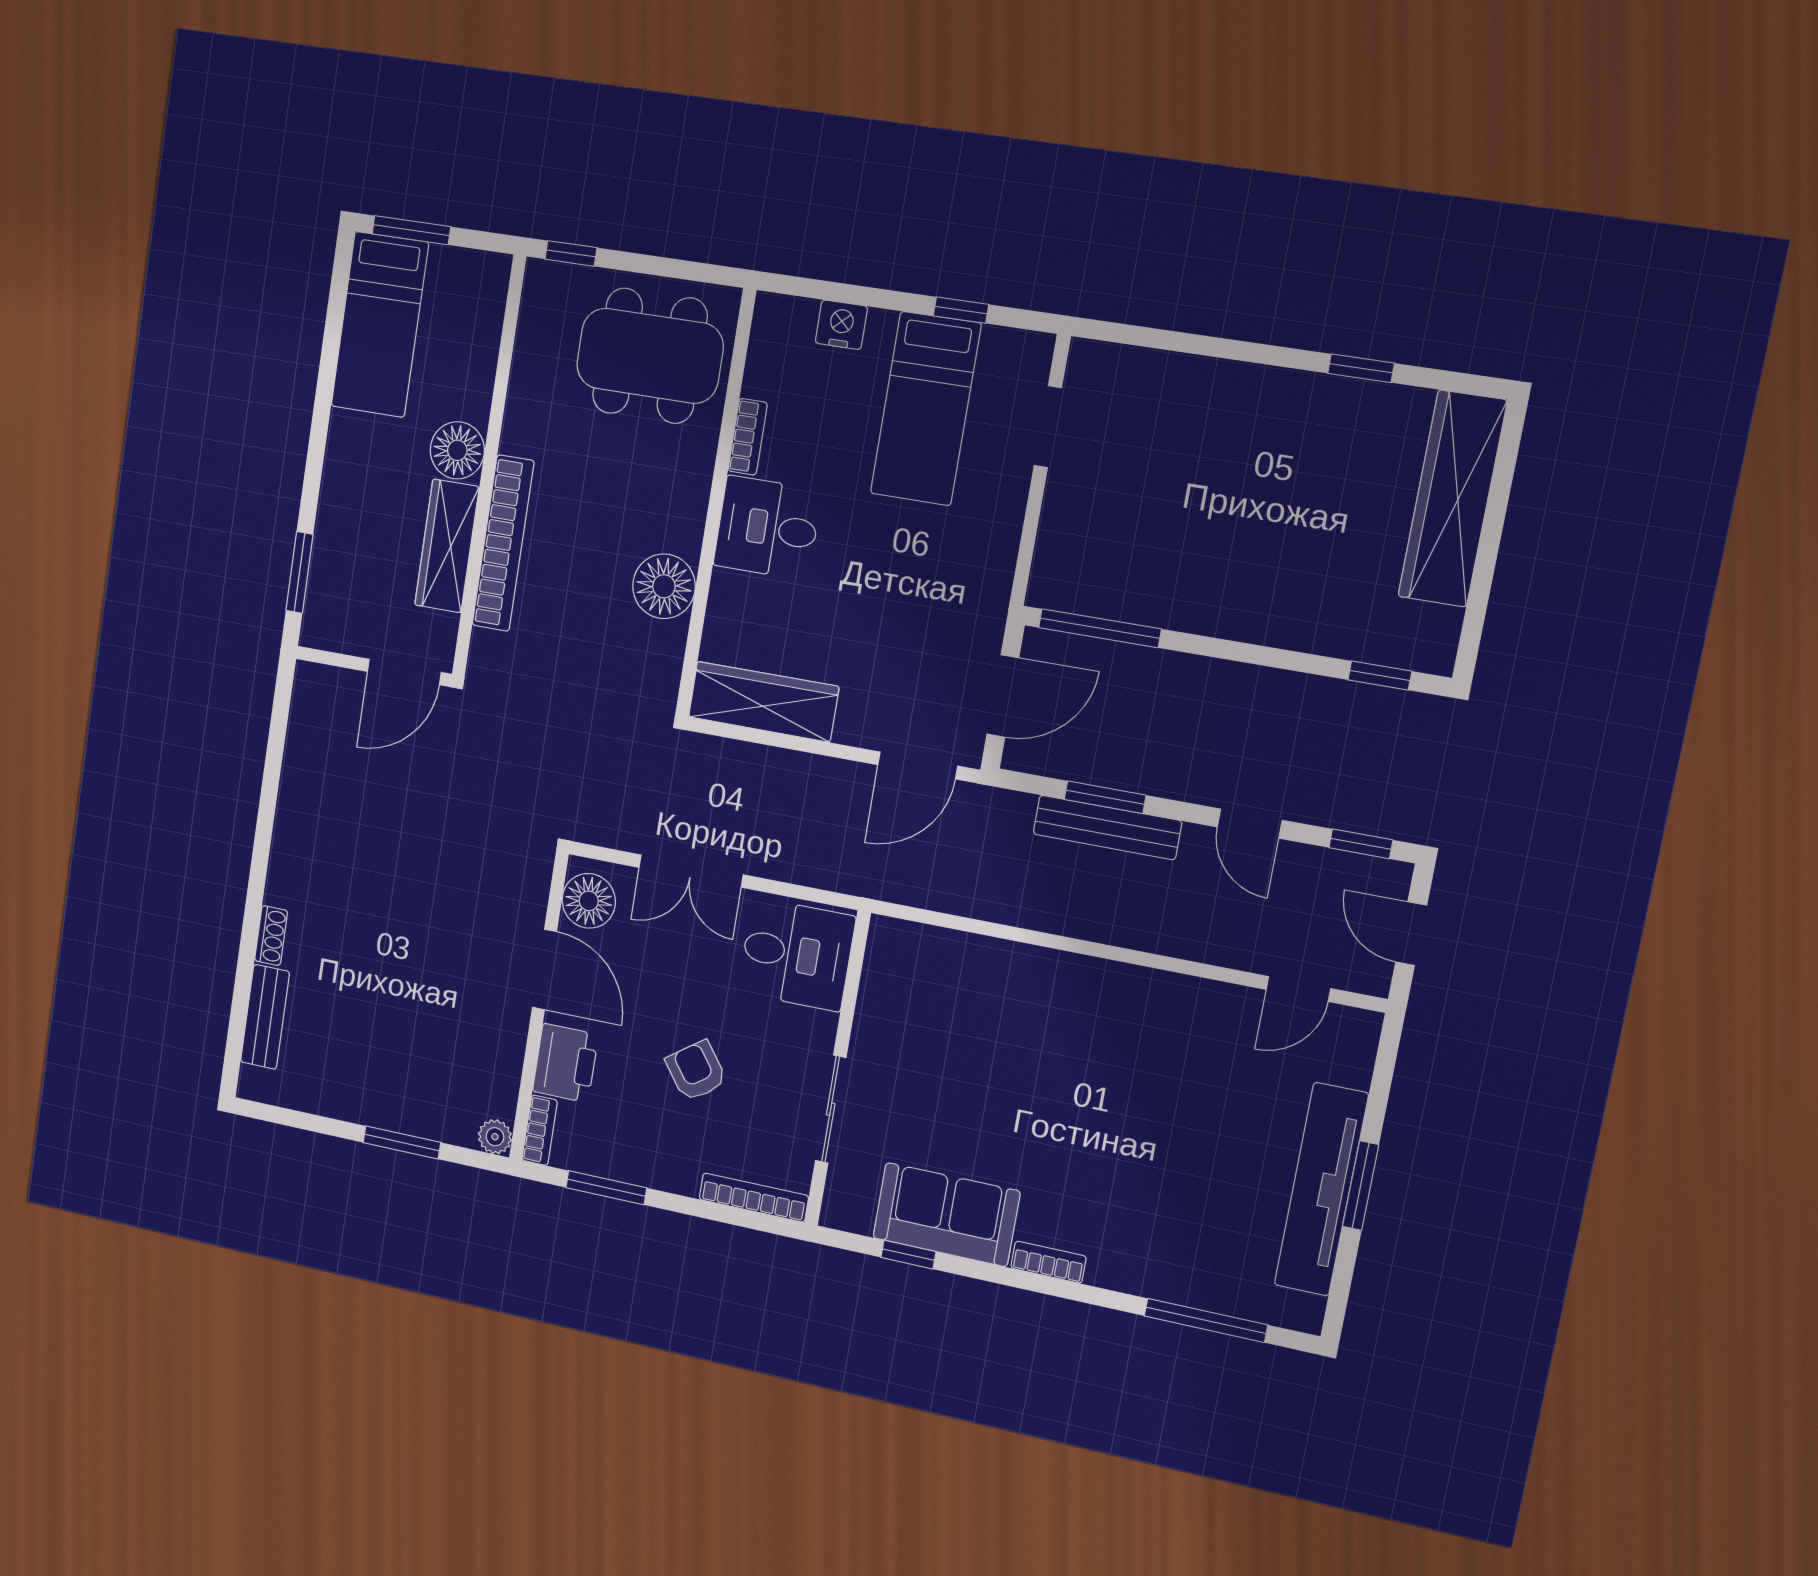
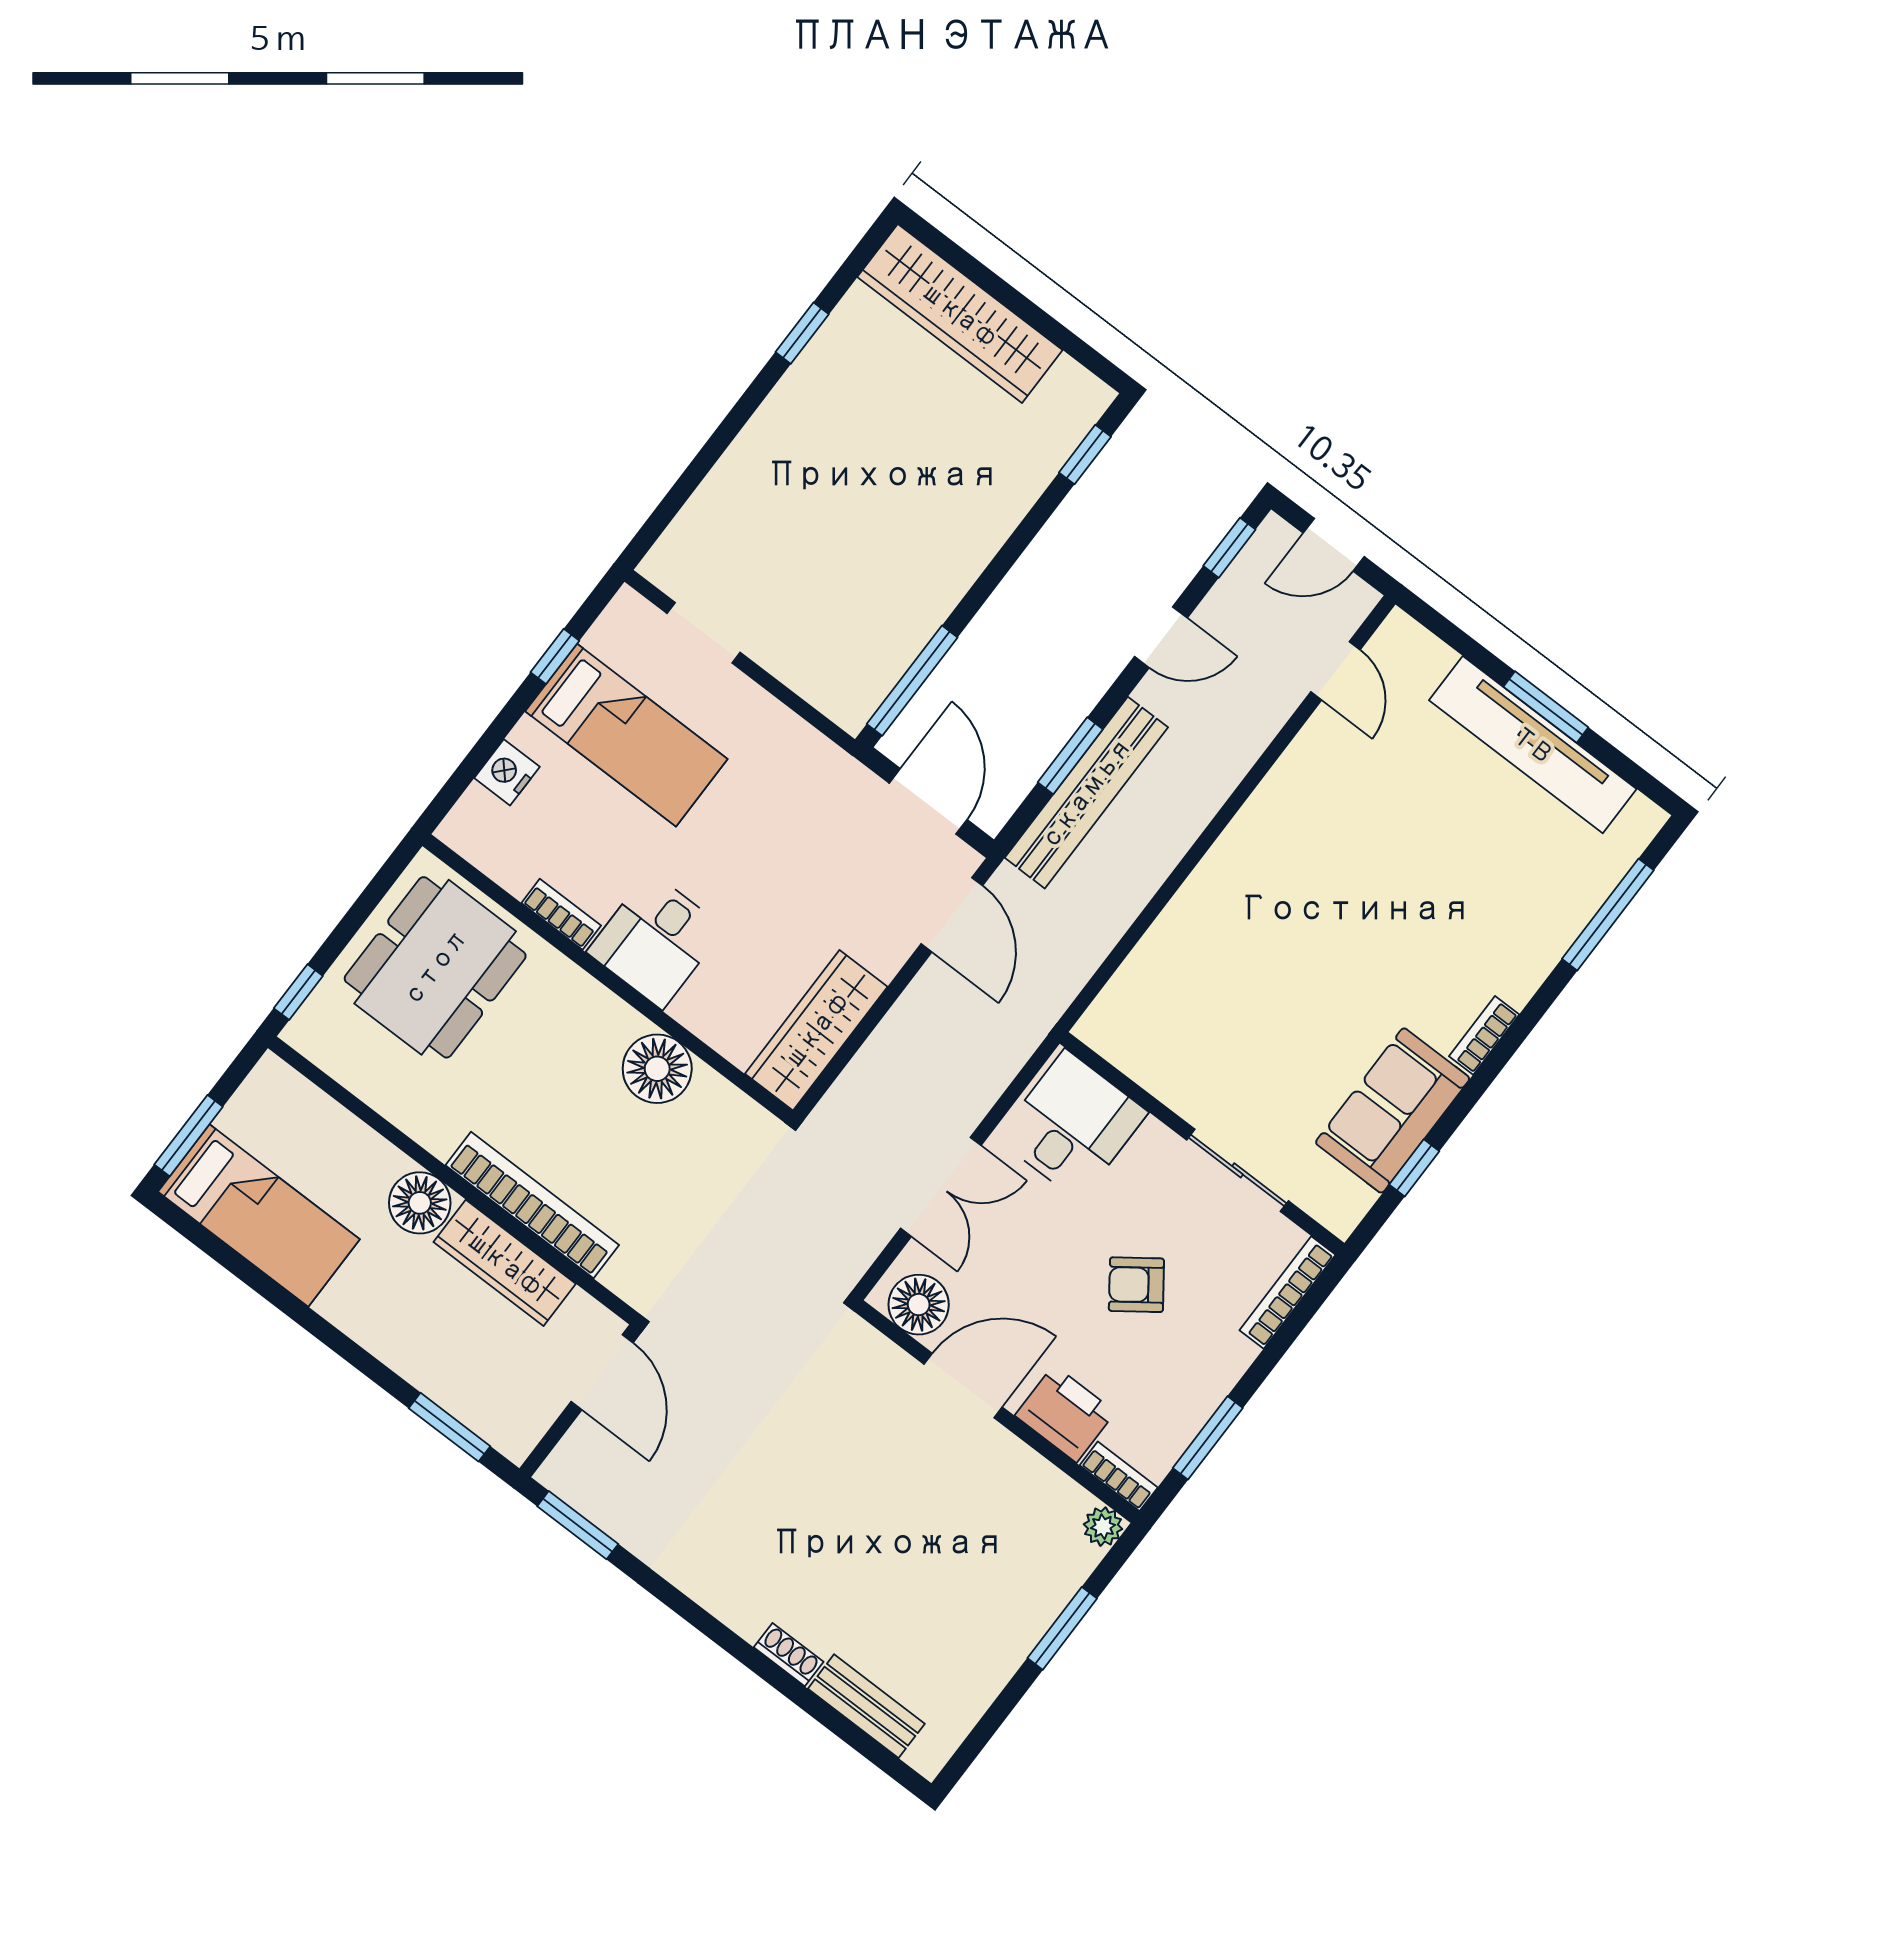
window: (280, 716) -> (578, 1525), added
bench: (1107, 827) -> (1086, 793), width x1.37, depth x1.21

